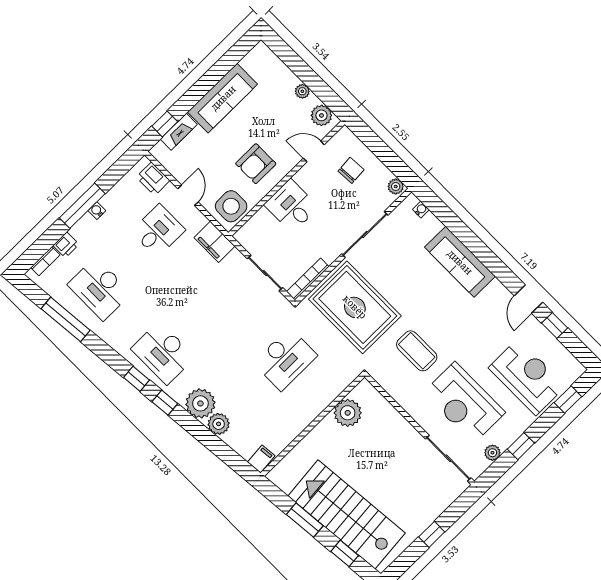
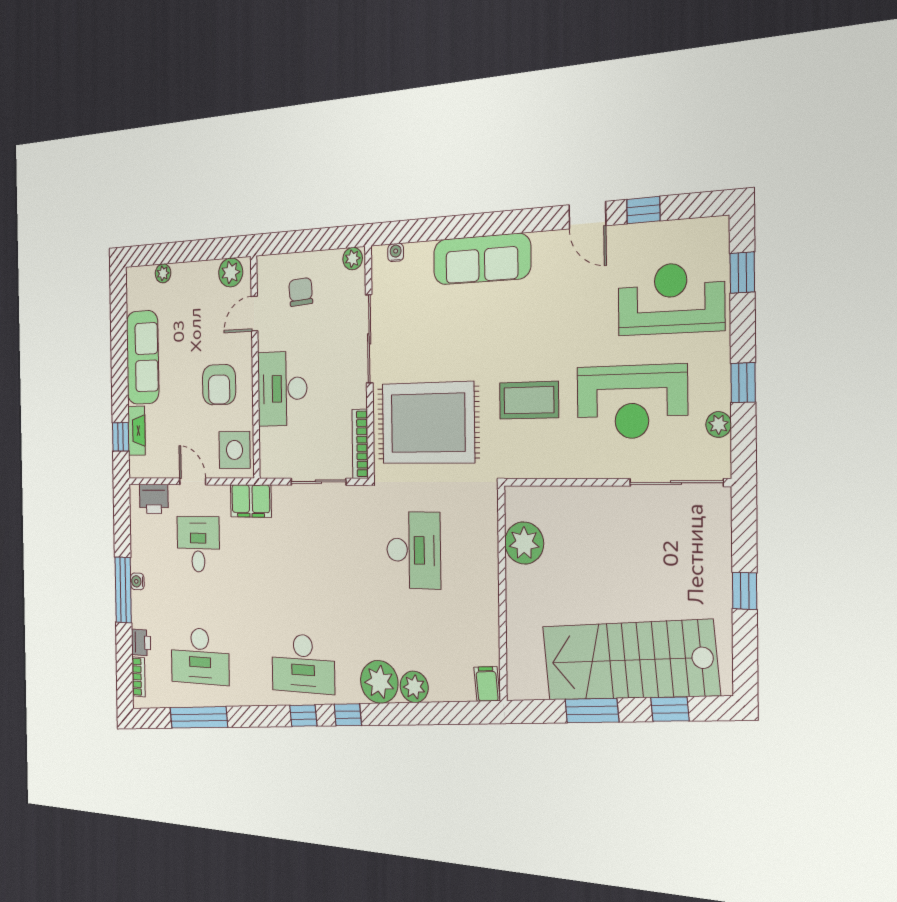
plant: (302, 91) -> (163, 273), moved
desk: (291, 206) -> (282, 389), width x1.37

